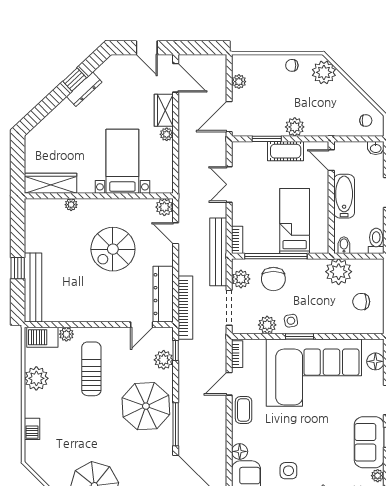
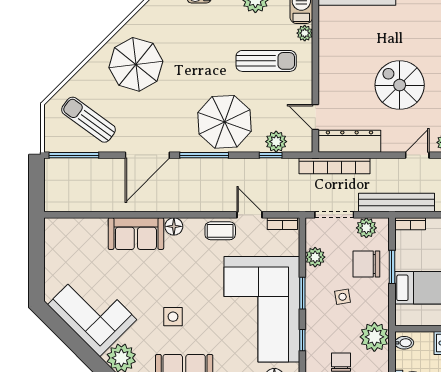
window: (276, 256) -> (392, 267), width x0.47
side table: (291, 321) -> (343, 297), moved
window: (342, 336) -> (302, 340), added
window: (176, 351) -> (271, 155), moved
side table: (288, 471) -> (173, 317), moved

